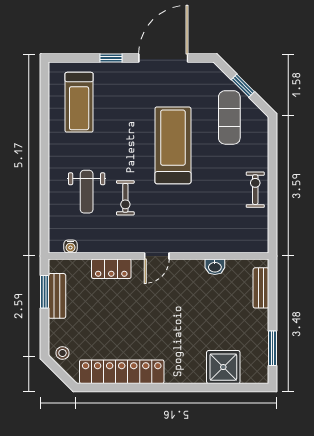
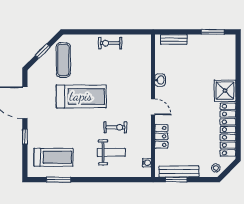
window: (45, 110) -> (59, 180), added
exercise mat: (229, 117) -> (63, 60), turned 90
treadmill: (173, 145) -> (81, 96), turned 180
washbasin: (215, 267) -> (160, 80), moved
bench: (57, 296) -> (179, 172), width x1.36
shower: (223, 367) -> (225, 91), moved

